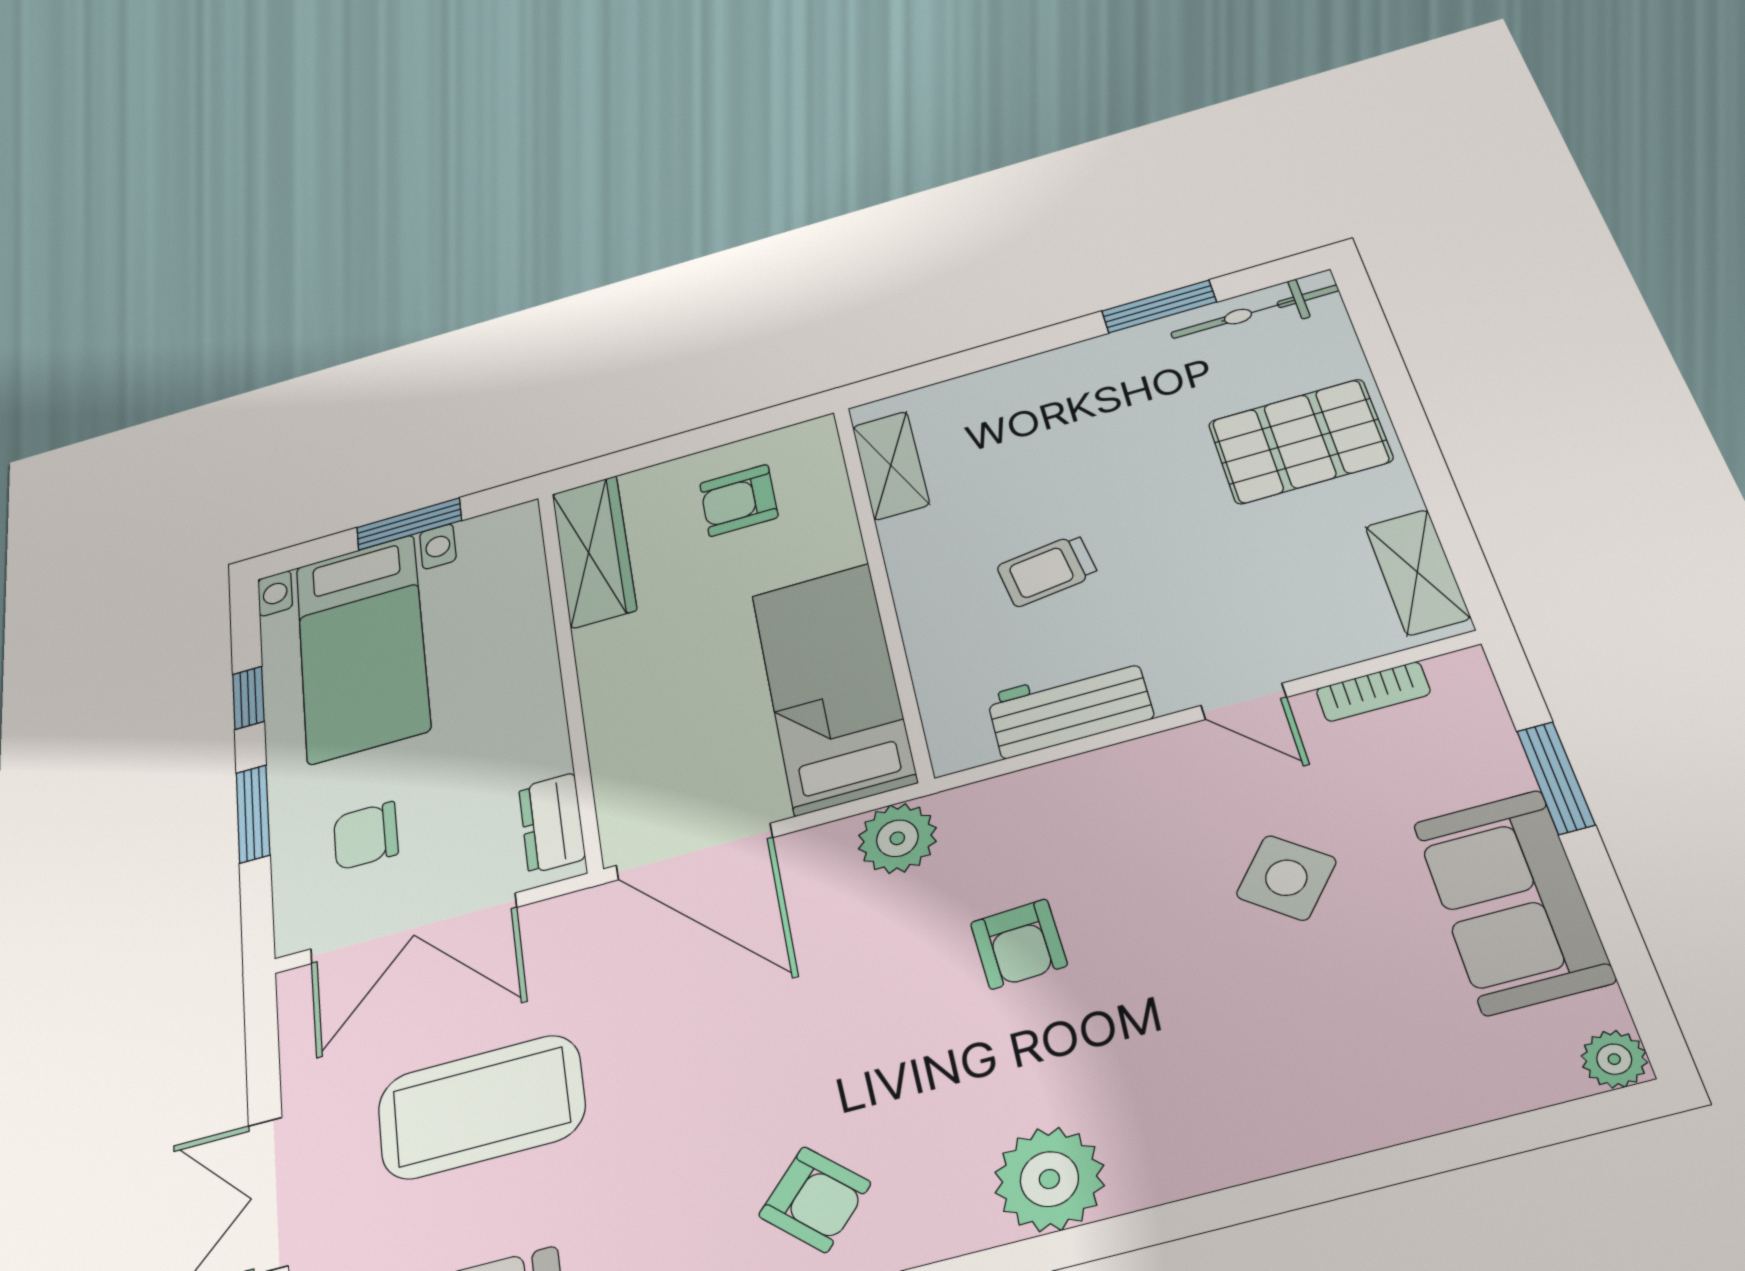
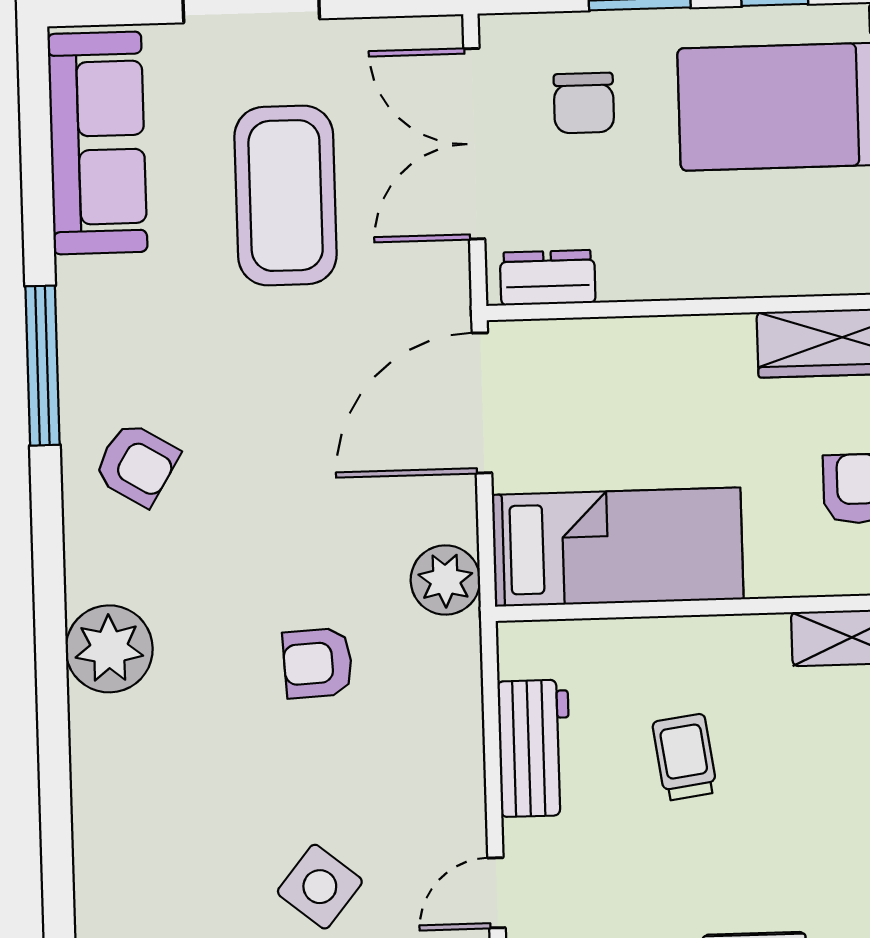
chair: (366, 836) -> (584, 103), turned 180
armchair: (815, 1199) -> (137, 464), turned -102

